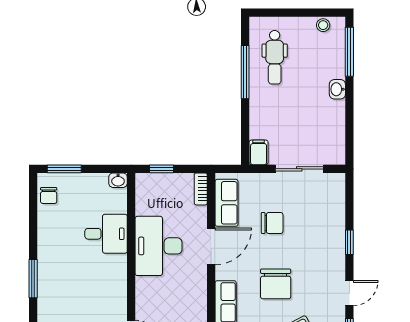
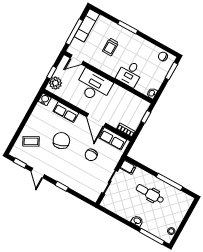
dental chair: (275, 57) -> (150, 194), moved
desk: (159, 246) -> (94, 86), moved
chair: (276, 284) -> (61, 141), turned 70
trolley: (80, 289) -> (110, 47), added

